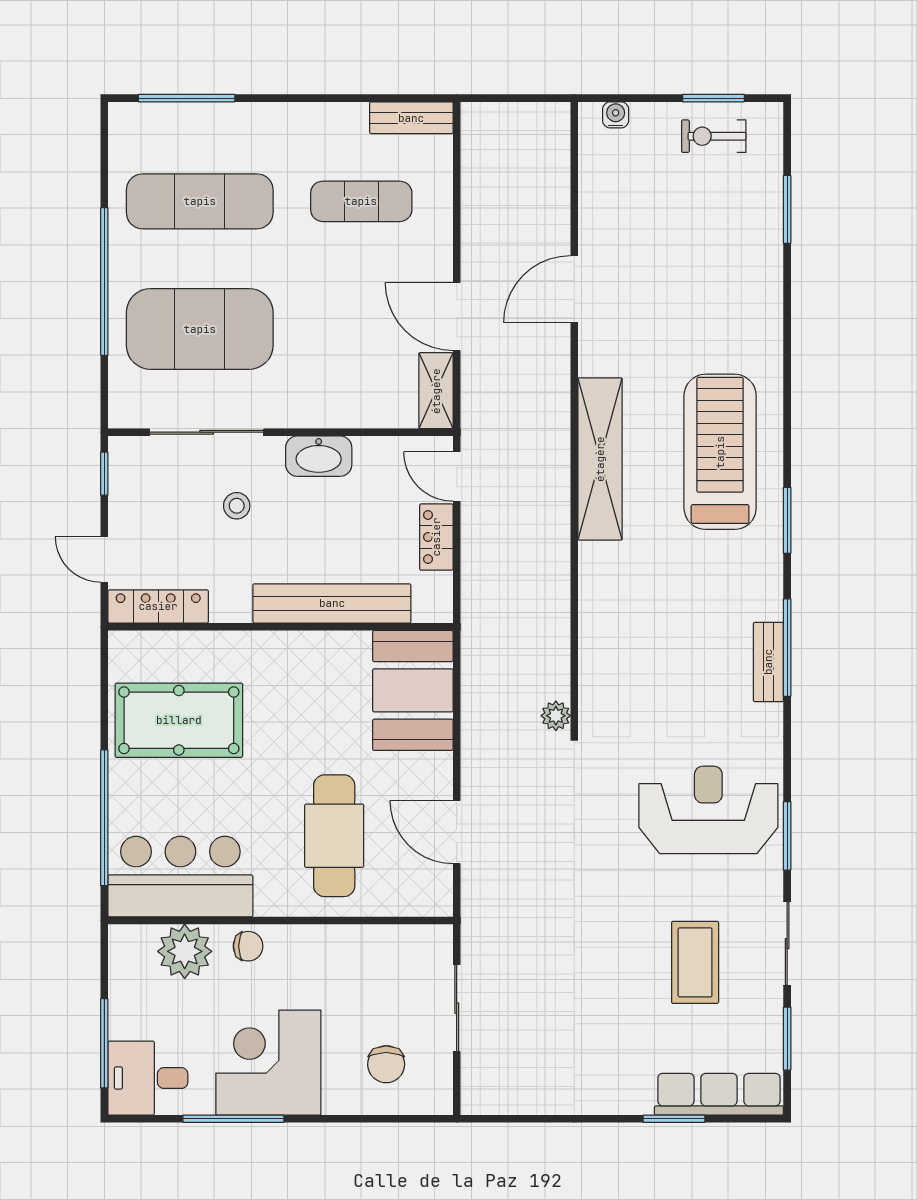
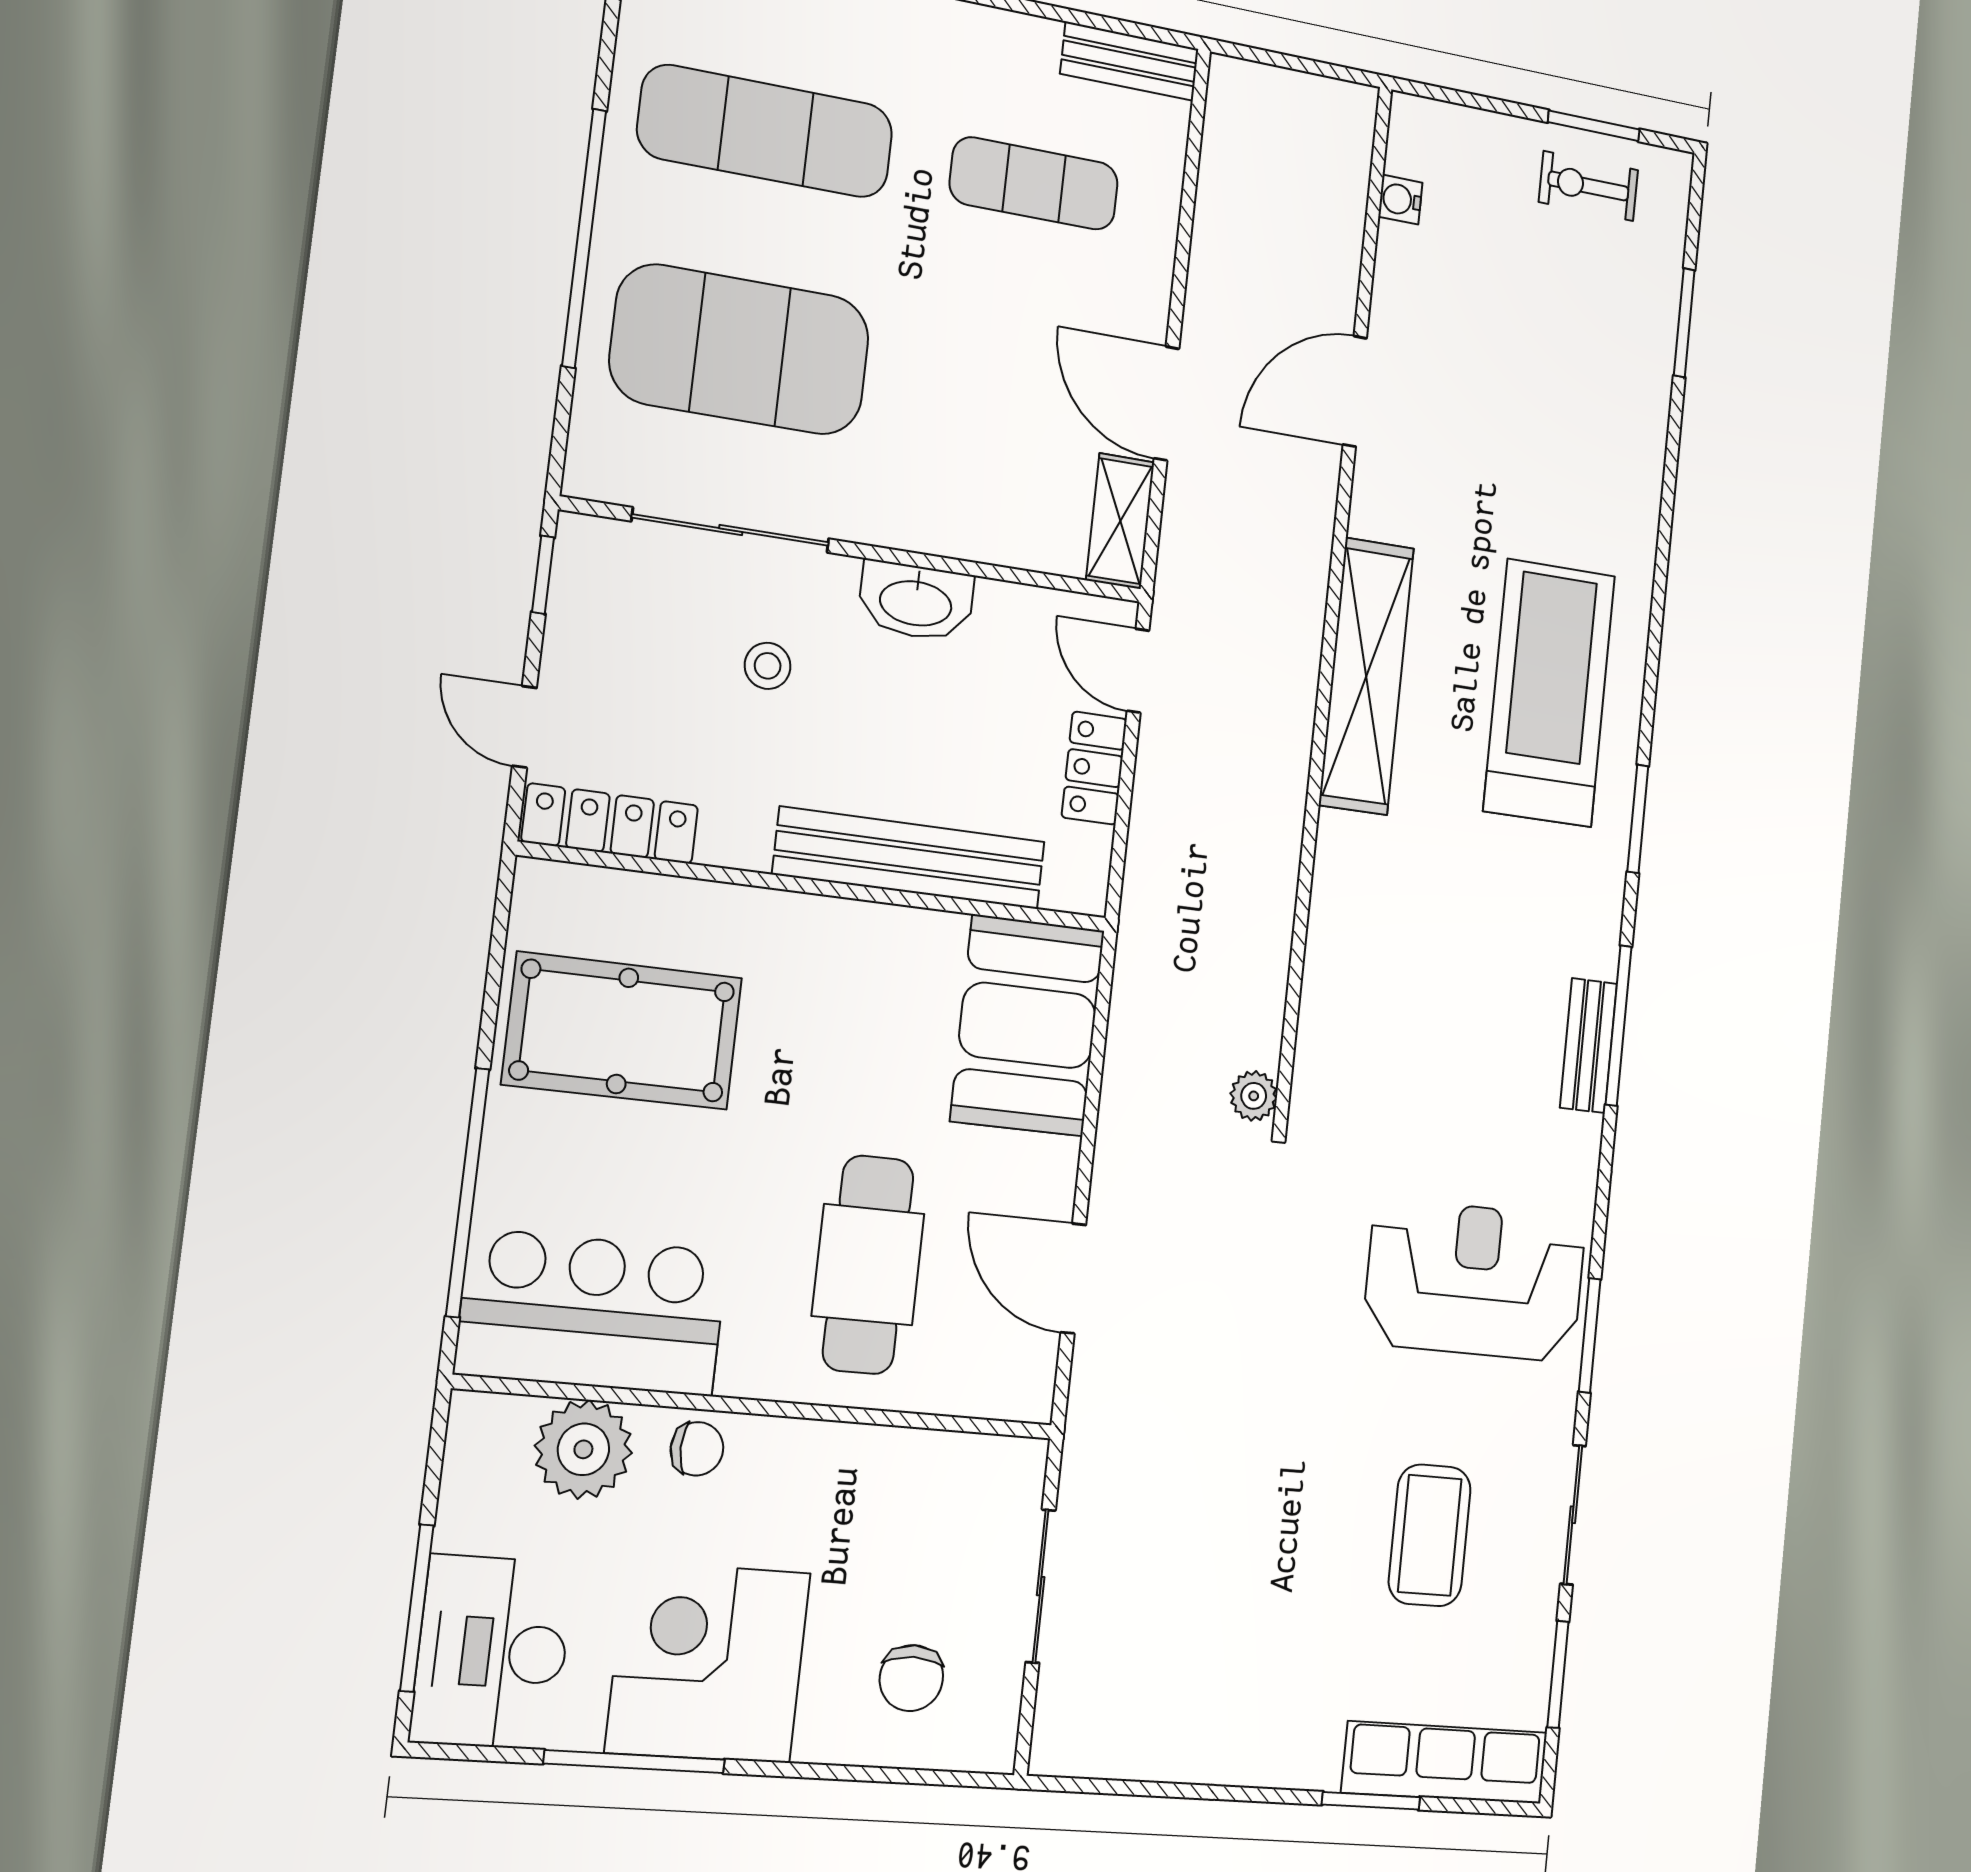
water cooler: (616, 115) -> (1400, 200), moved, turned -90
desk: (148, 1078) -> (492, 1652), width x1.37

